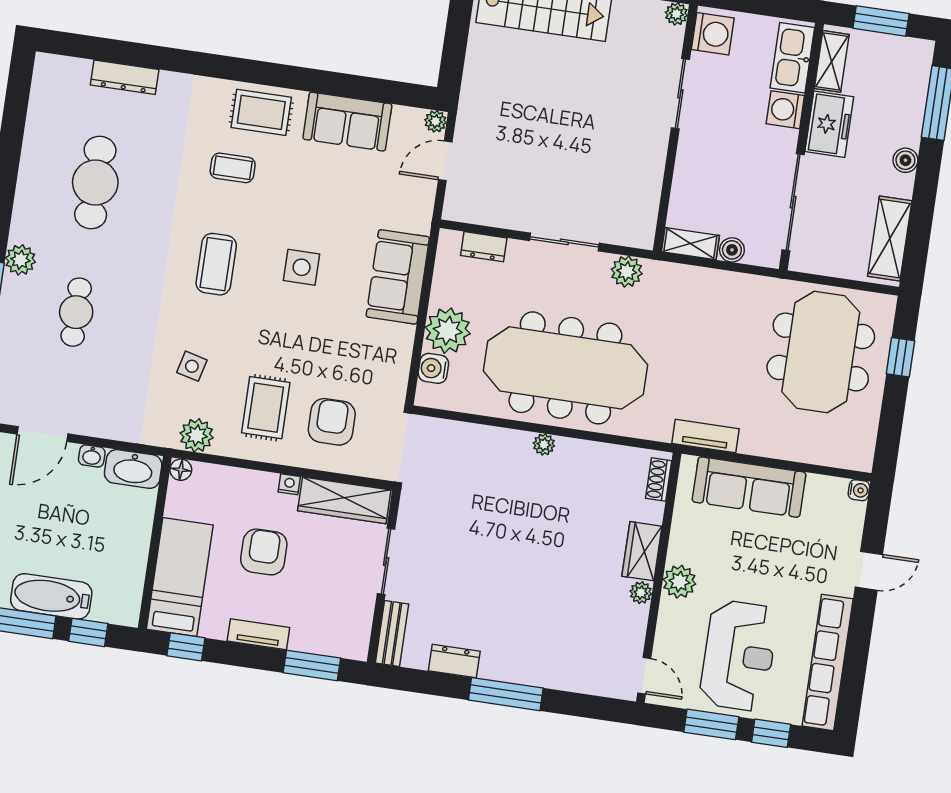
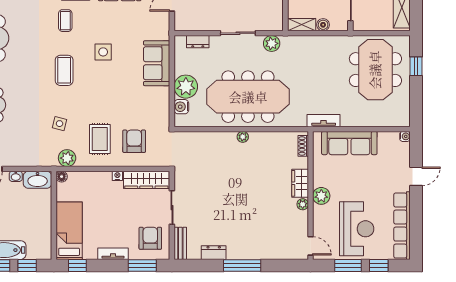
coffee table: (233, 168) -> (65, 21), turned 90
side table: (302, 267) -> (103, 52), moved
armchair: (264, 552) -> (150, 238), moved

